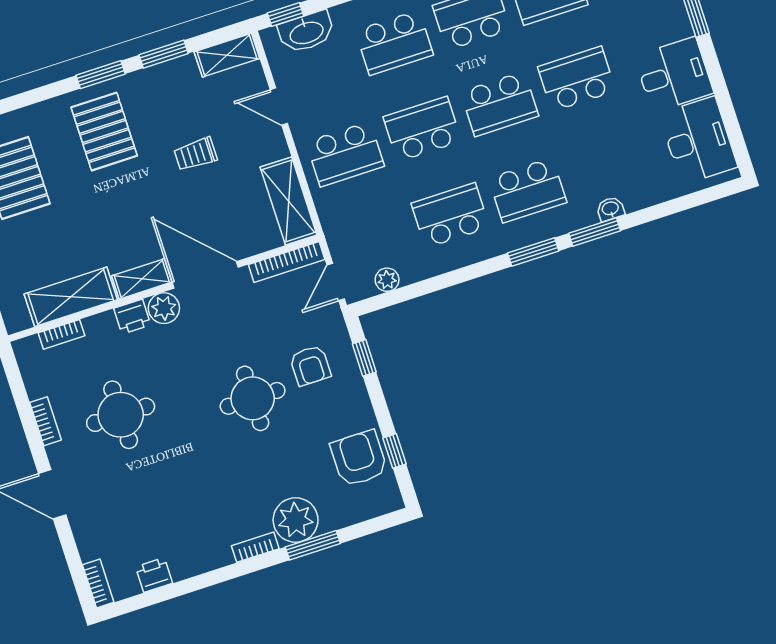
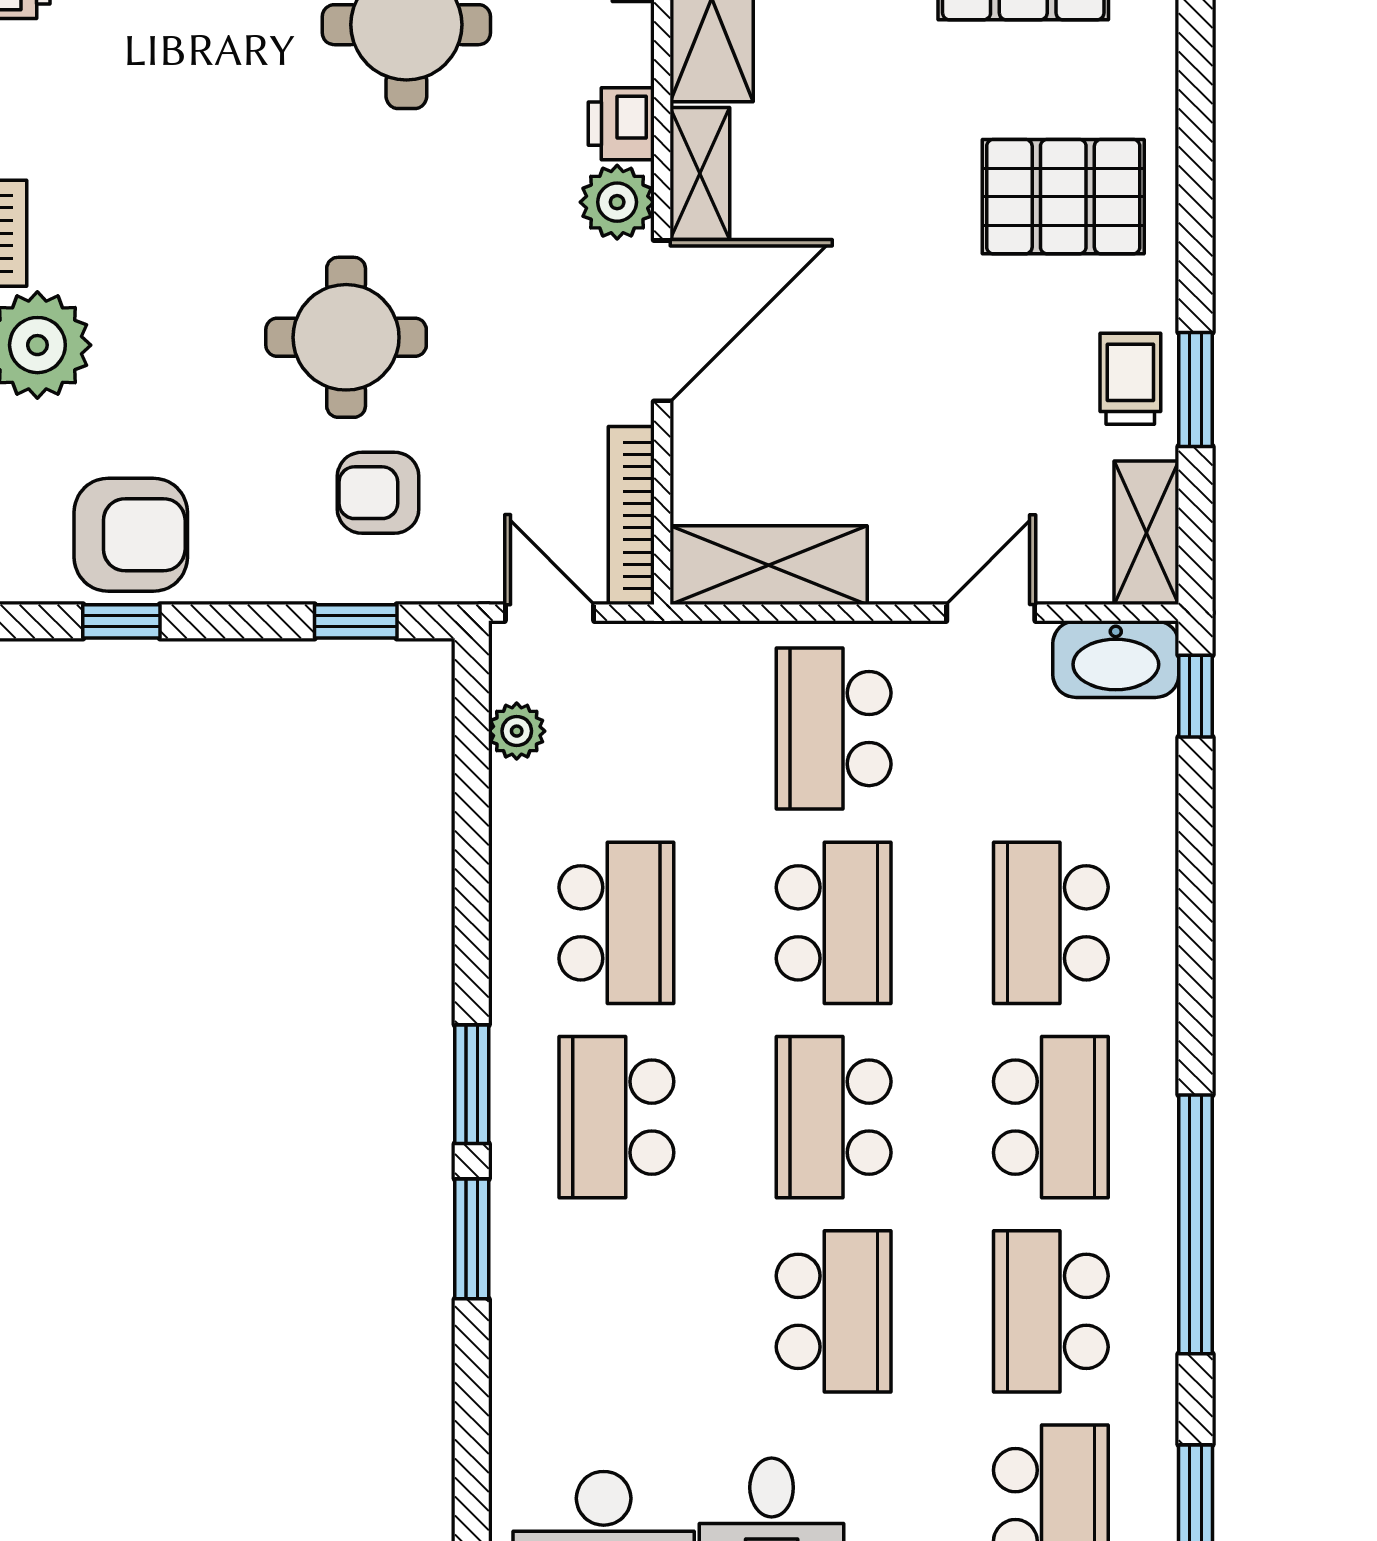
washbasin: (306, 32) -> (1116, 659), moved, turned -90
window: (101, 75) -> (1195, 231), removed
trolley: (195, 154) -> (1130, 379), moved
washbasin: (610, 209) -> (513, 1292), removed

